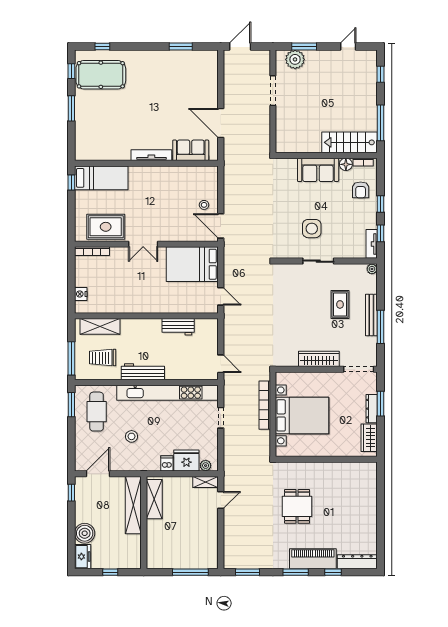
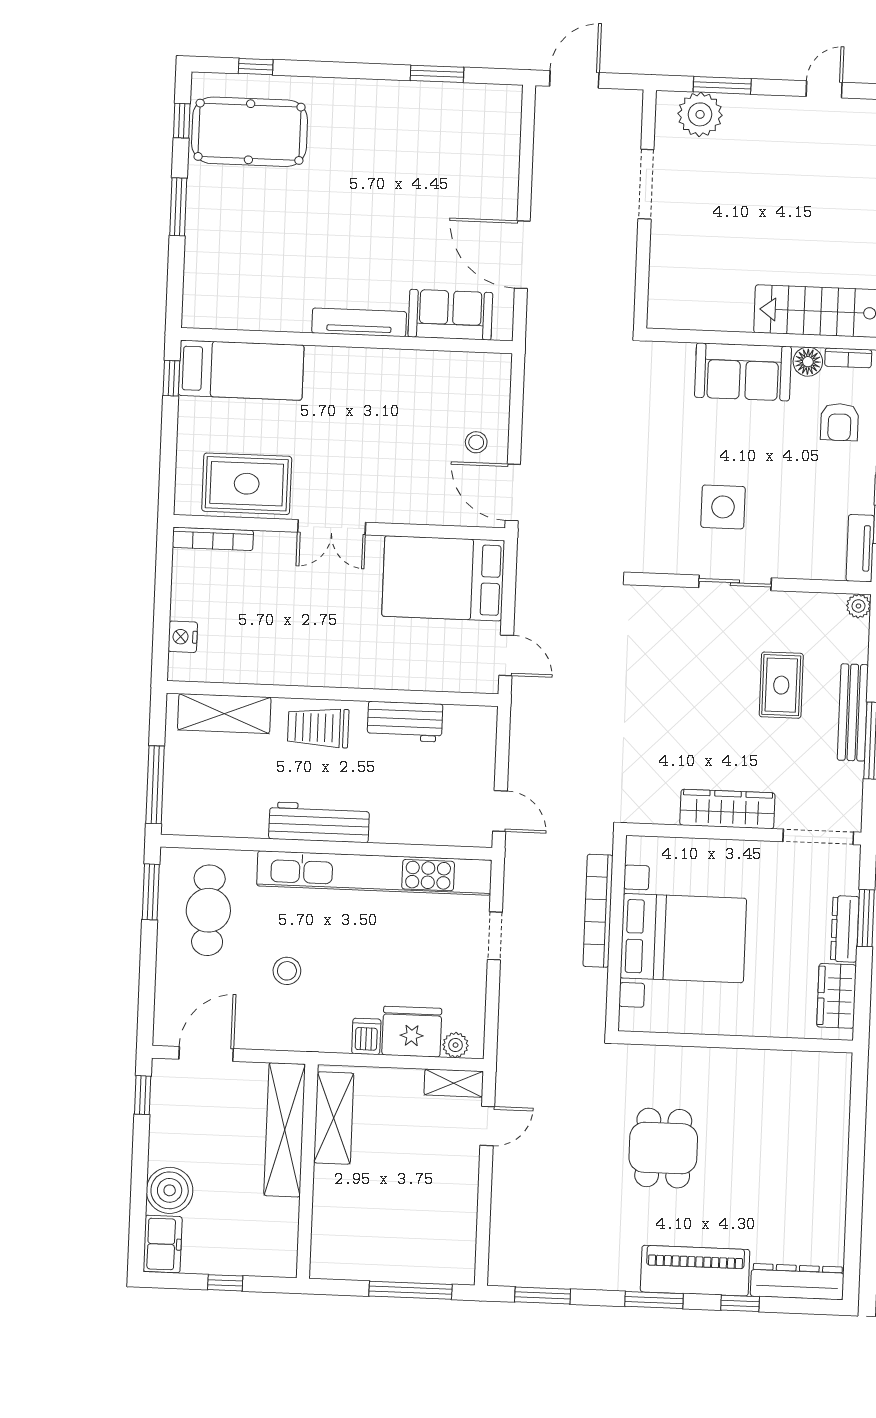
trolley: (103, 358) -> (318, 728), moved

